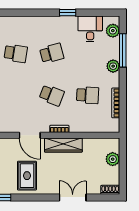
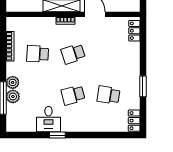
desk: (90, 29) -> (48, 119), moved
plant: (113, 31) -> (13, 96), moved
school desk: (52, 95) -> (73, 54), turned -39

